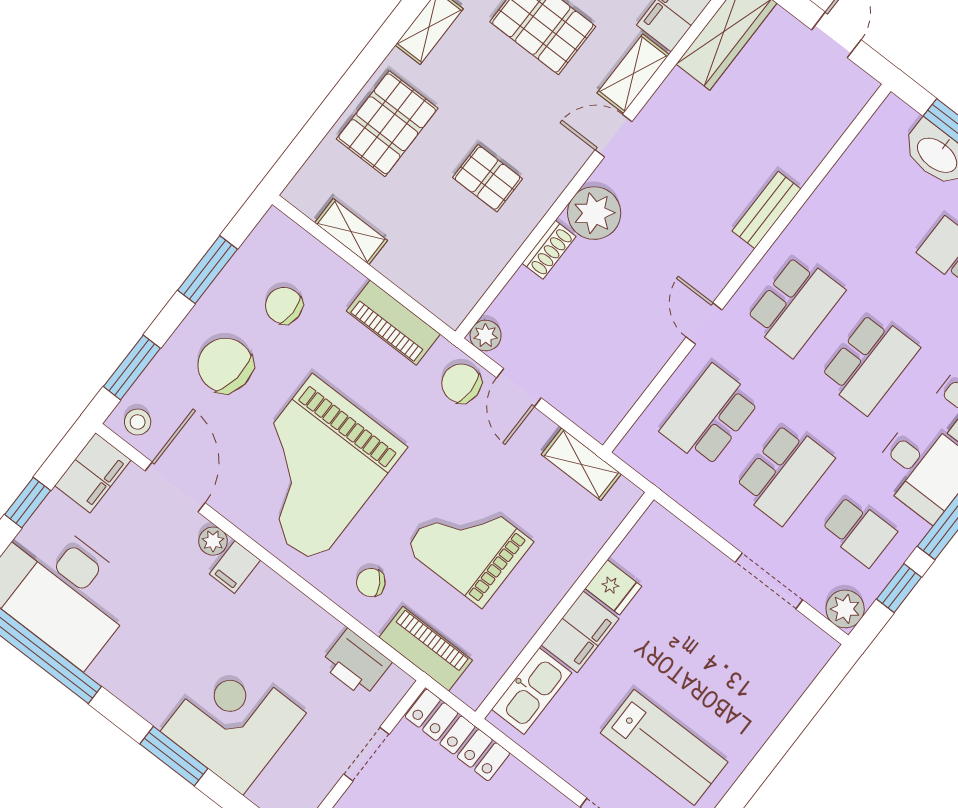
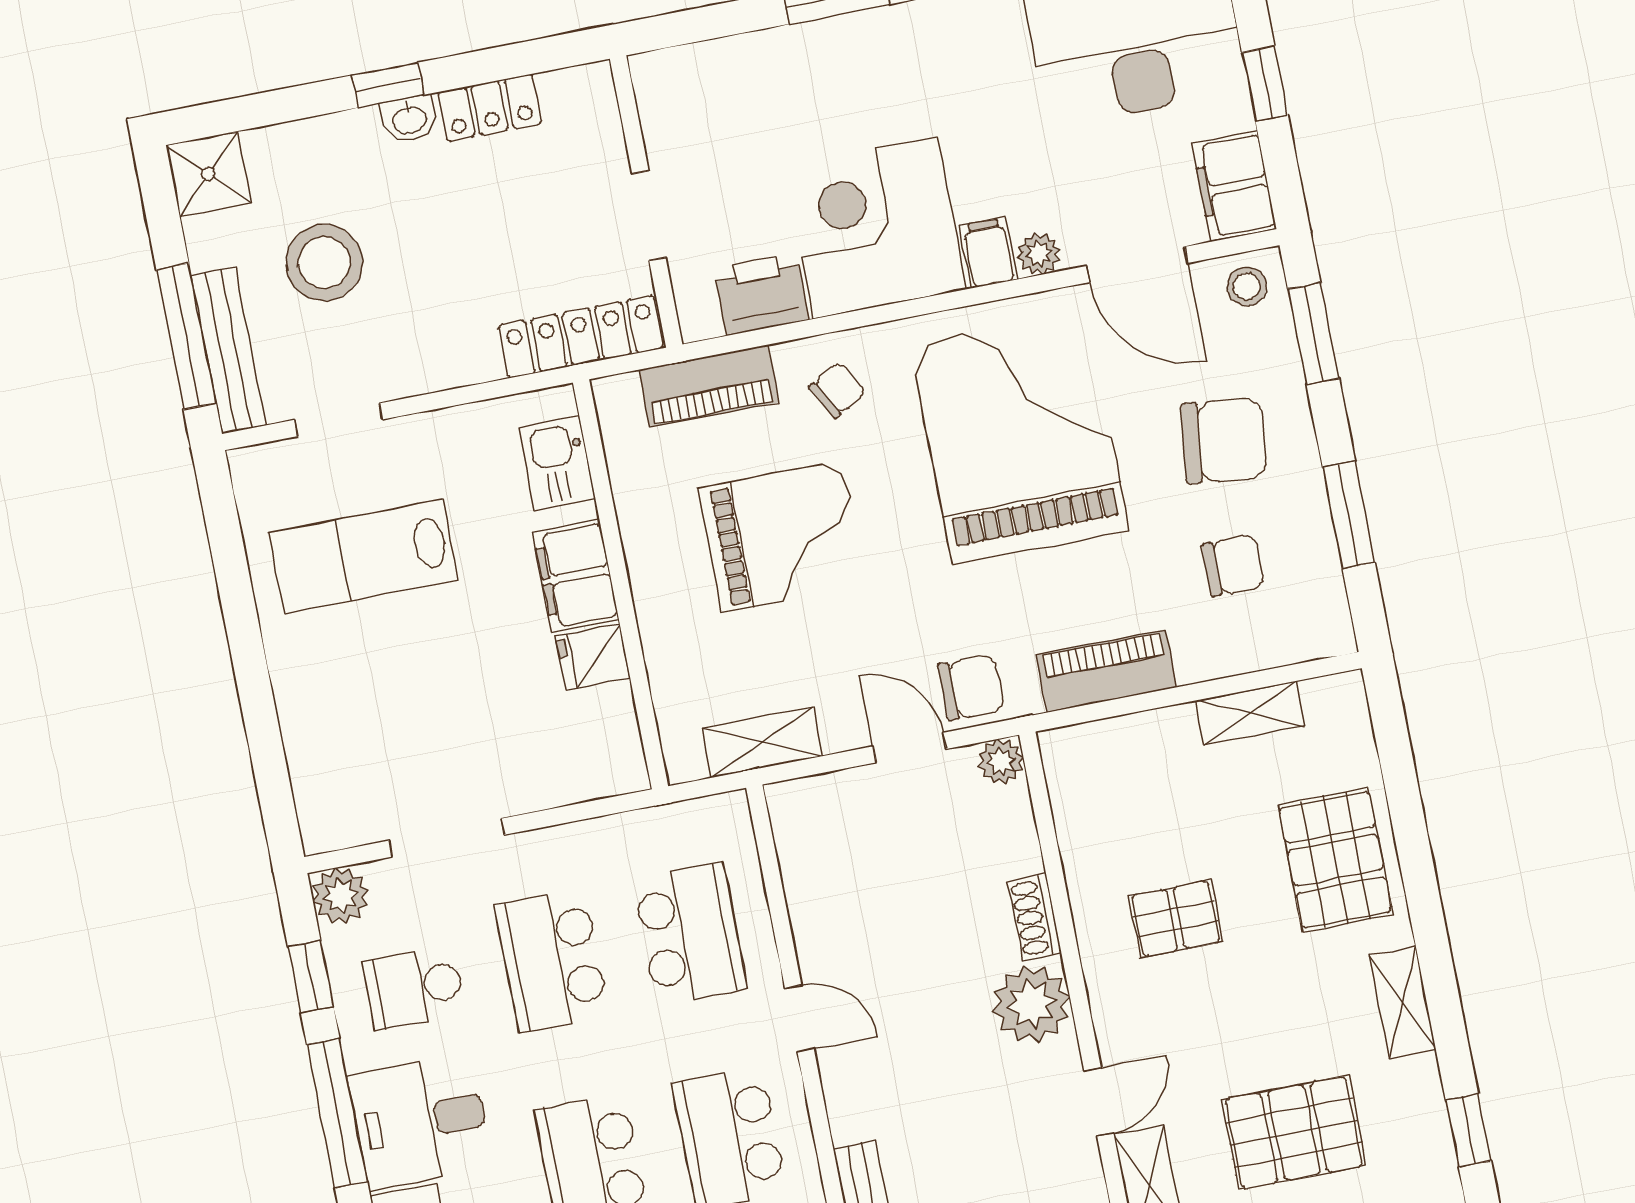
kitchen sink: (532, 691) -> (557, 463), width x0.73
corner desk: (233, 722) -> (875, 228), moved, turned 180

